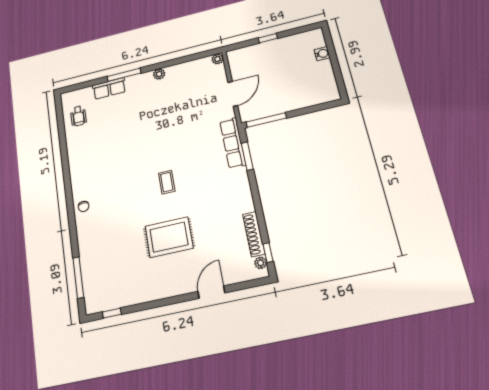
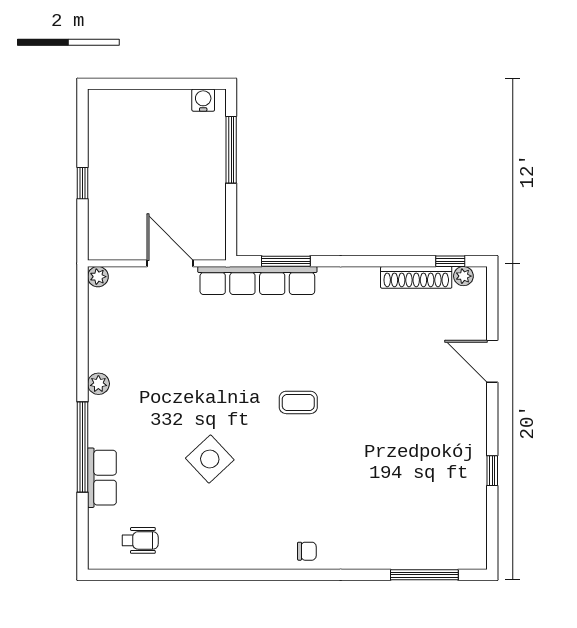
water cooler: (322, 54) -> (203, 100), moved
window: (124, 75) -> (83, 447), width x1.46
window: (266, 120) -> (231, 150), moved
side table: (127, 141) -> (210, 459), added
row of seats: (233, 143) -> (257, 280), width x1.36
rug: (169, 237) -> (391, 414), removed
window: (112, 313) -> (492, 471), moved

